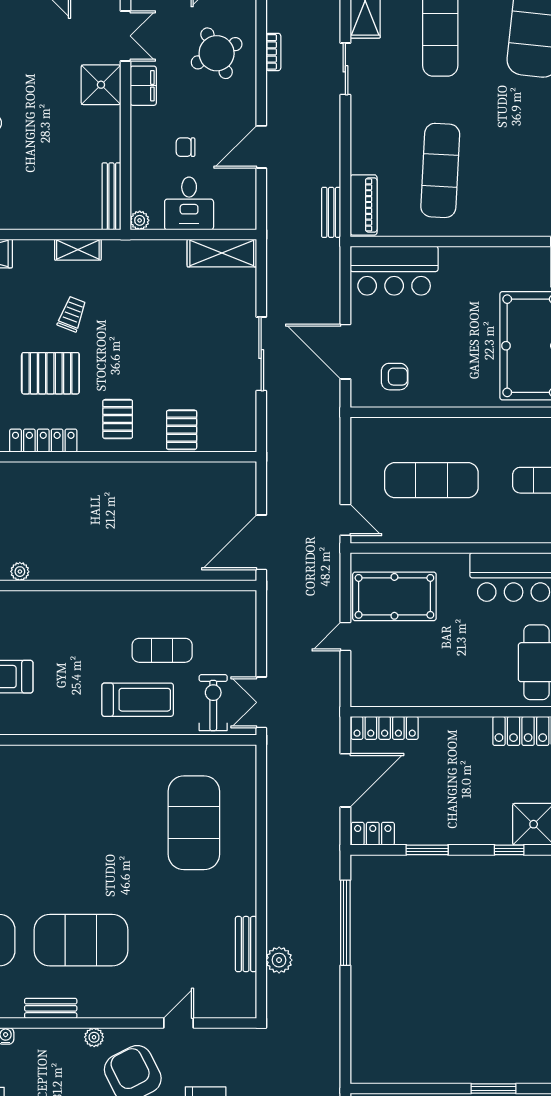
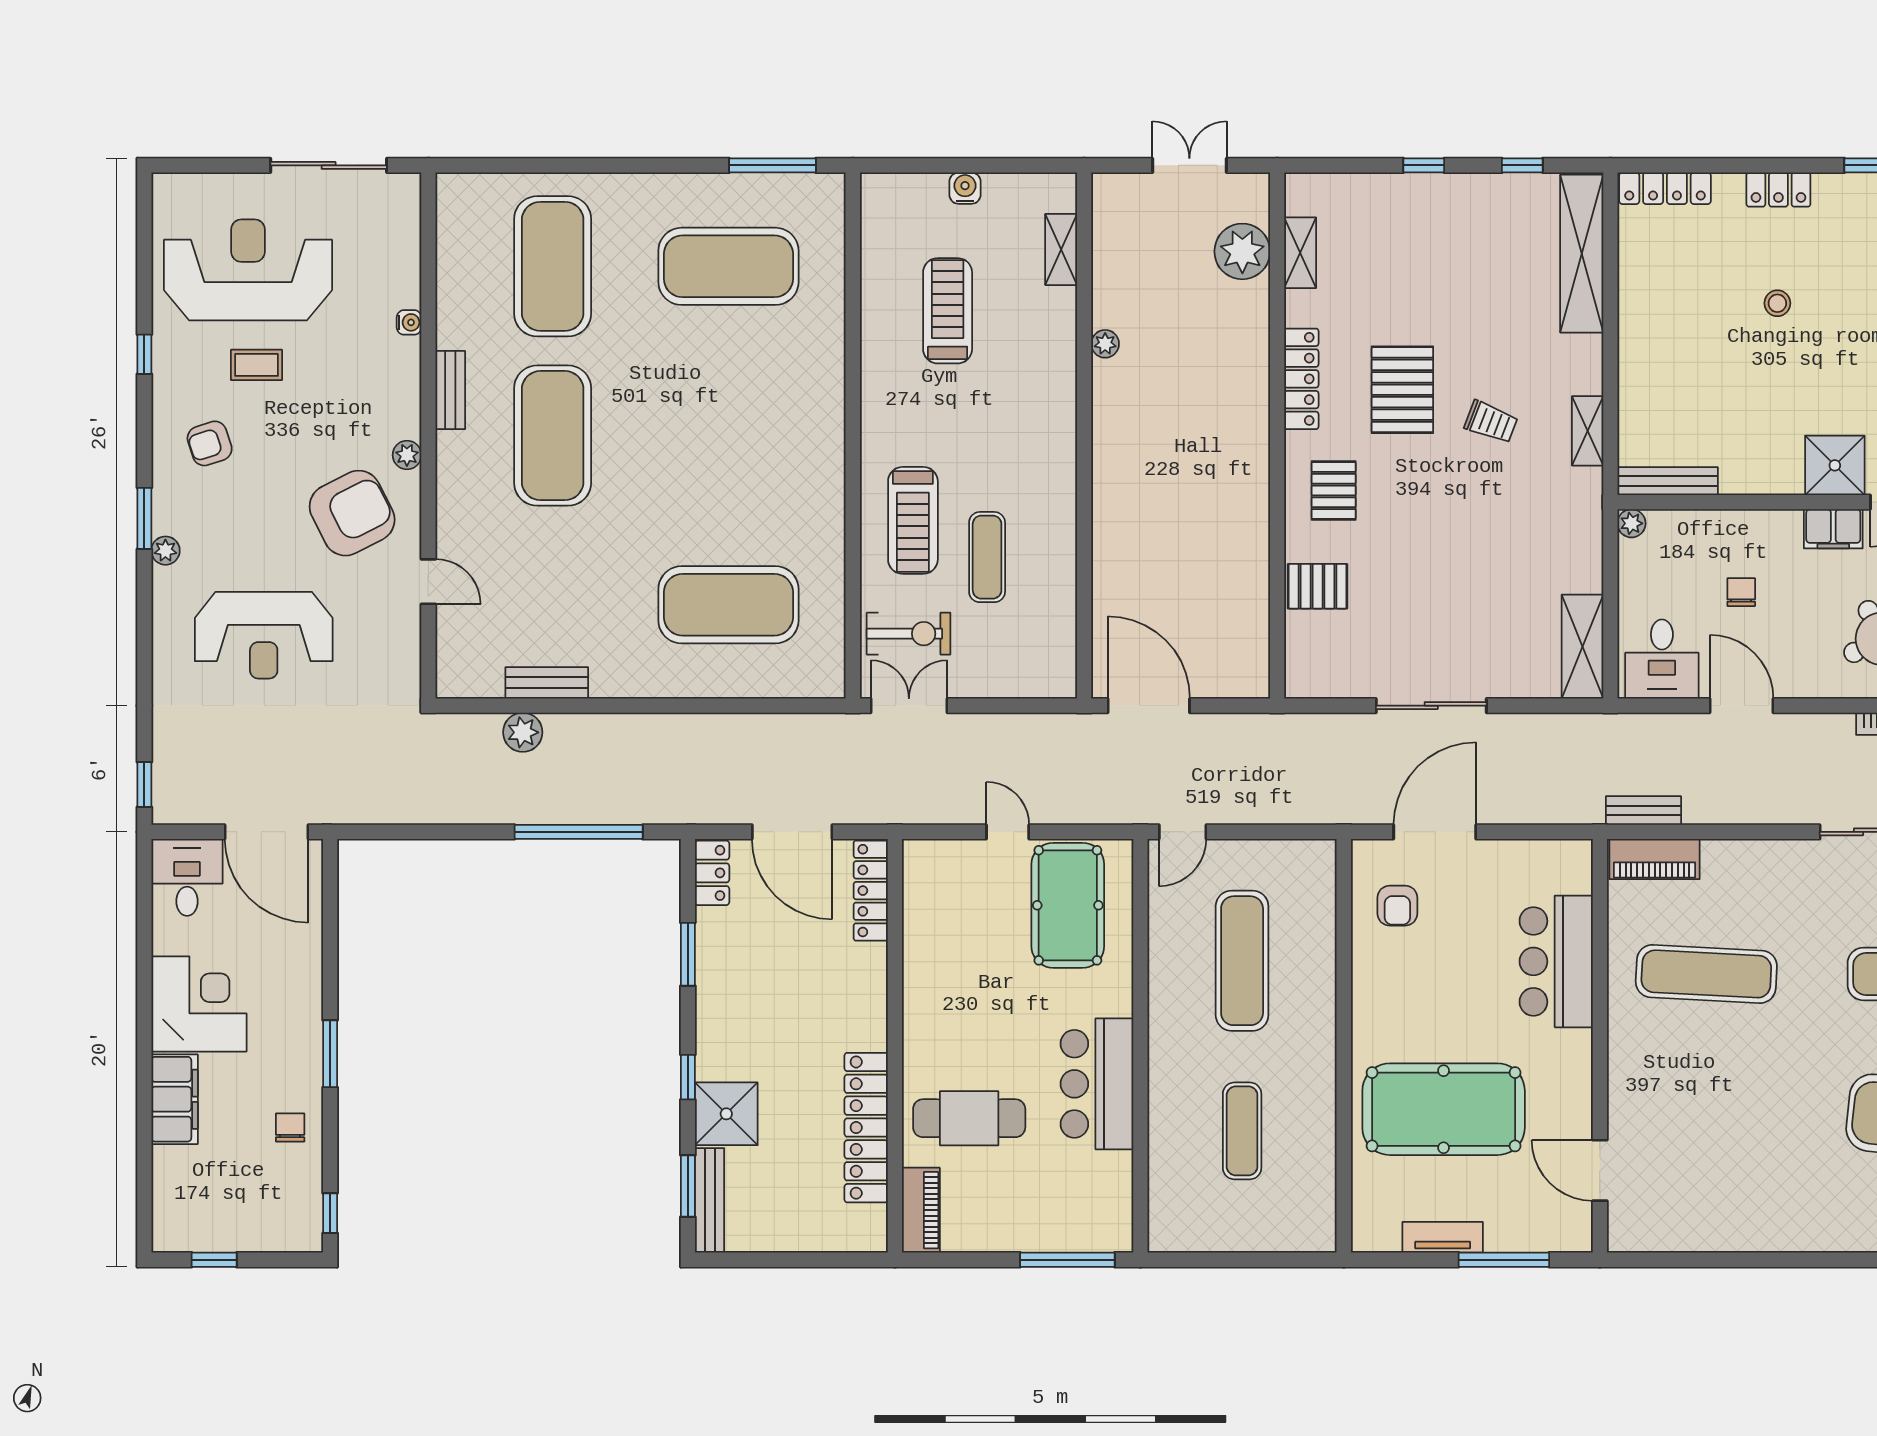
desk: (189, 203) -> (1662, 659), moved, turned -90
bar counter: (394, 271) -> (1556, 961), moved
pallet: (118, 419) -> (1334, 490), turned 90

